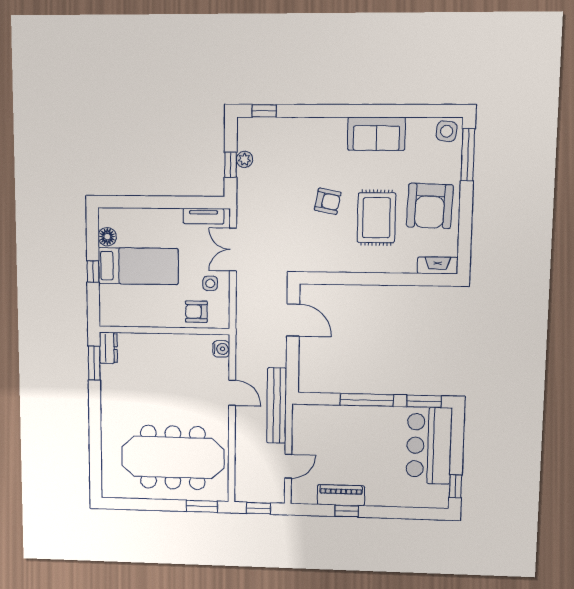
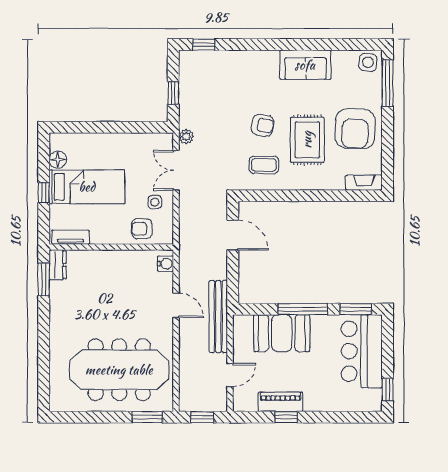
plant: (245, 159) -> (186, 137), moved
tv unit: (204, 216) -> (71, 237), moved, turned 180
coffee table: (328, 245) -> (264, 165), added
booth: (344, 424) -> (282, 333), added

